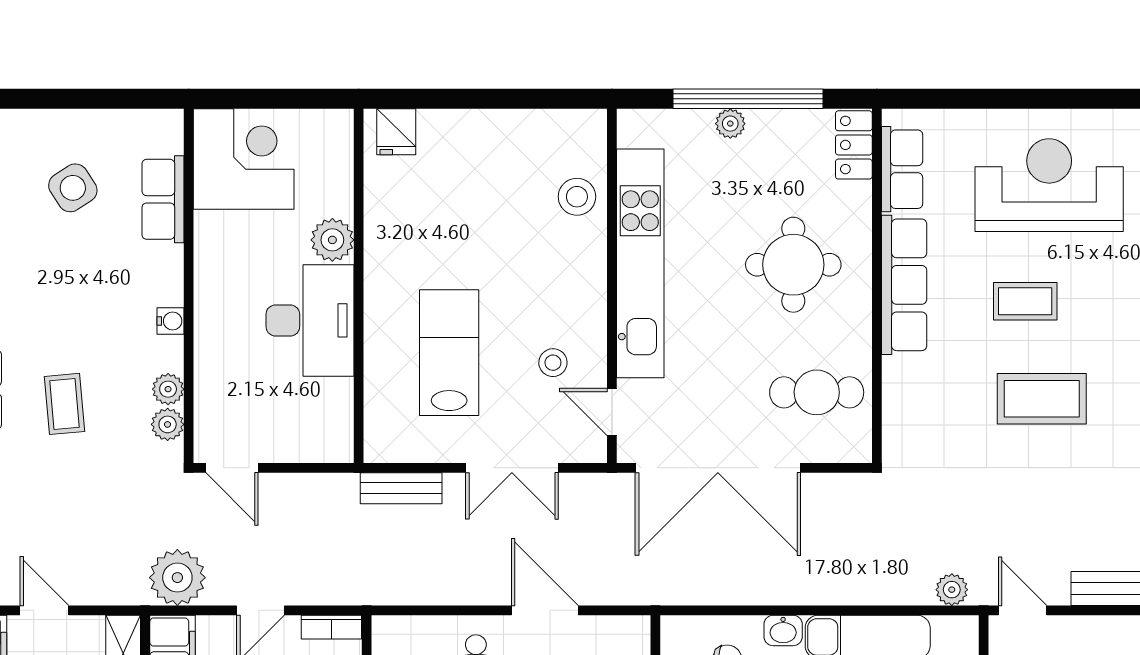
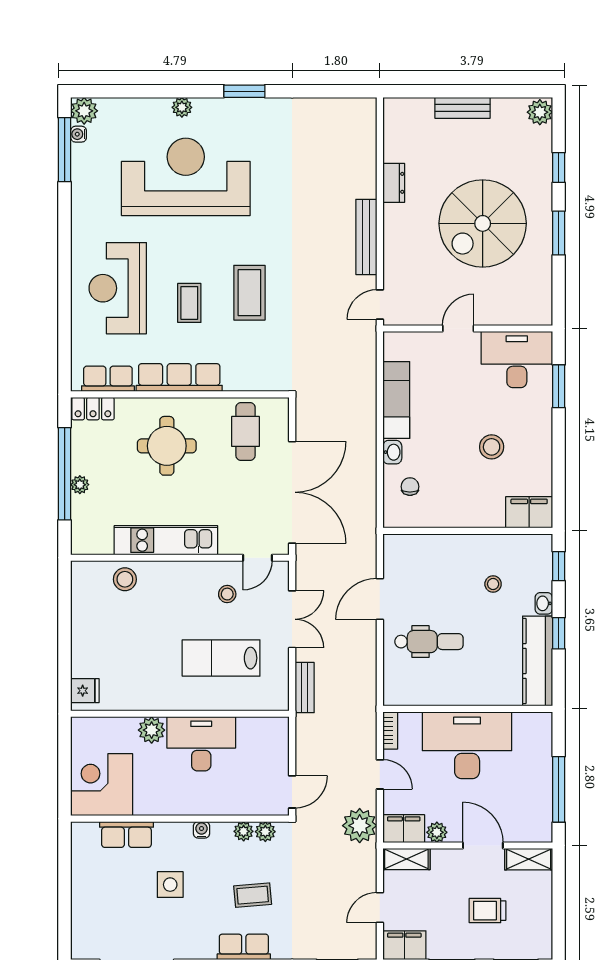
side table: (73, 188) -> (170, 885), moved, turned 33
kitchen unit: (640, 263) -> (166, 540), width x0.73
plant: (952, 590) -> (367, 348), removed

